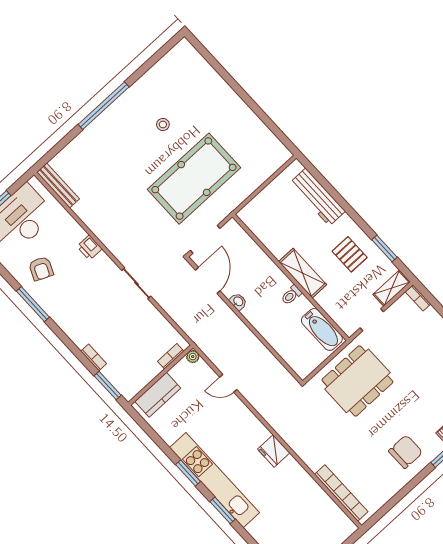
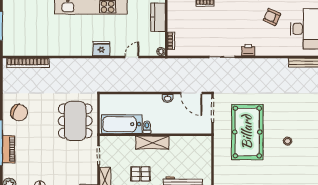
printer: (89, 248) -> (248, 50), moved
bathtub: (322, 329) -> (122, 124), width x1.36, depth x1.36
fridge: (274, 451) -> (101, 49), moved
chair: (406, 452) -> (19, 113), turned -66

